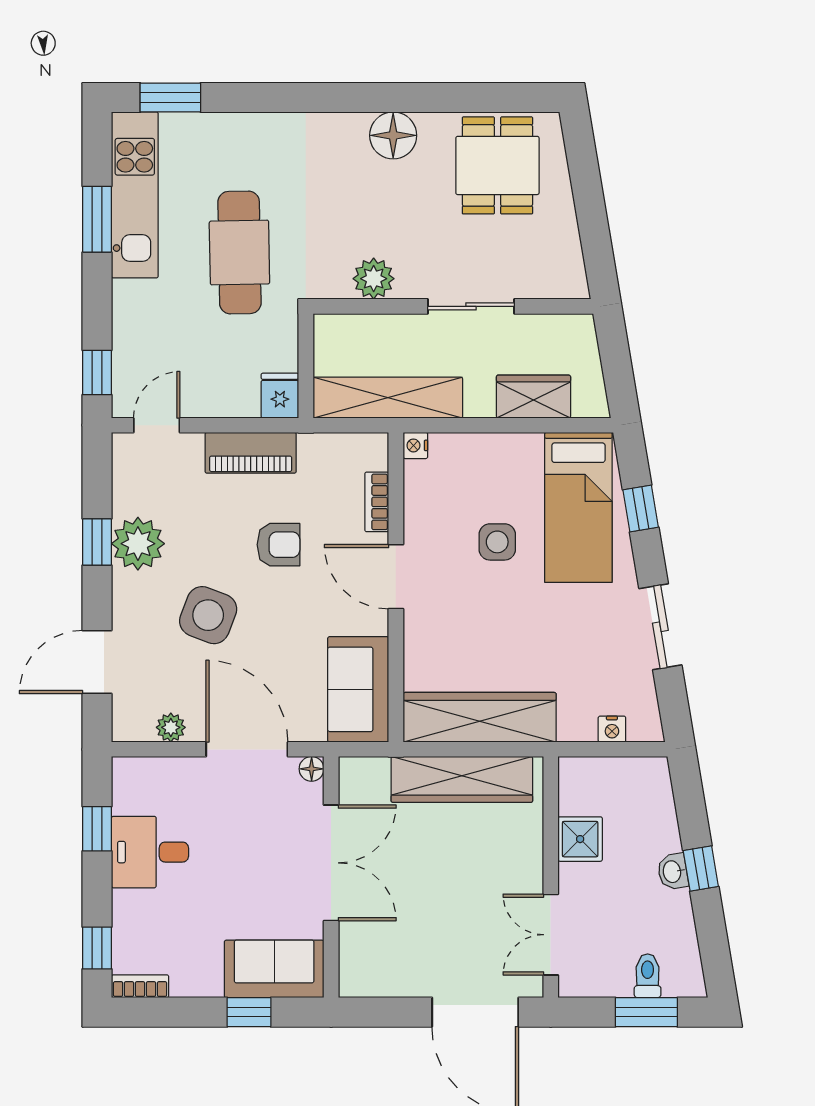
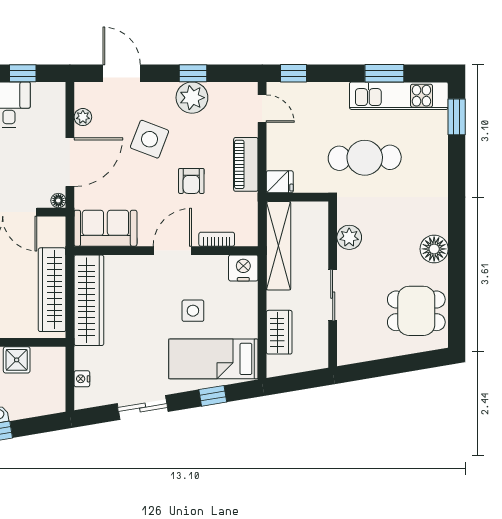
nightstand: (415, 445) -> (243, 268), width x1.89, depth x1.79

